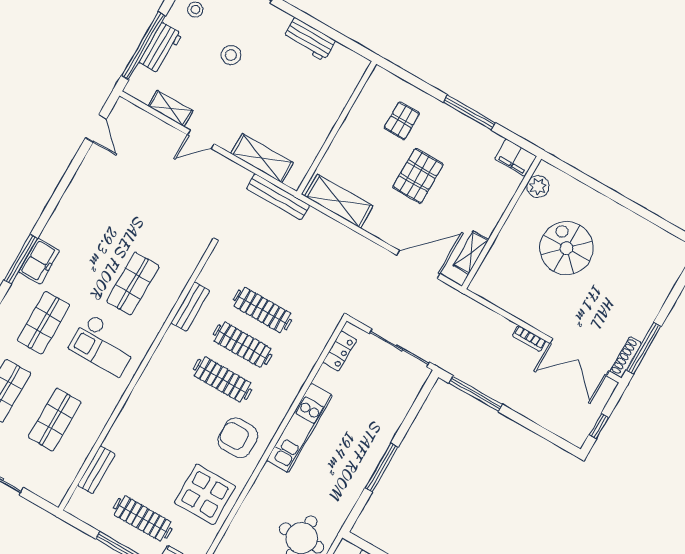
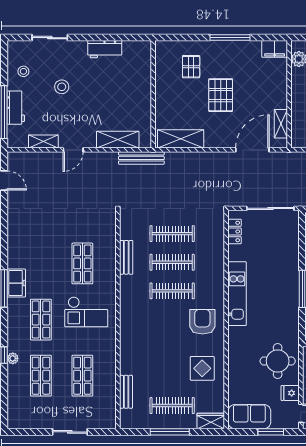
armchair: (238, 438) -> (202, 322), turned 90
display table: (205, 494) -> (202, 368), width x0.73, depth x0.73

